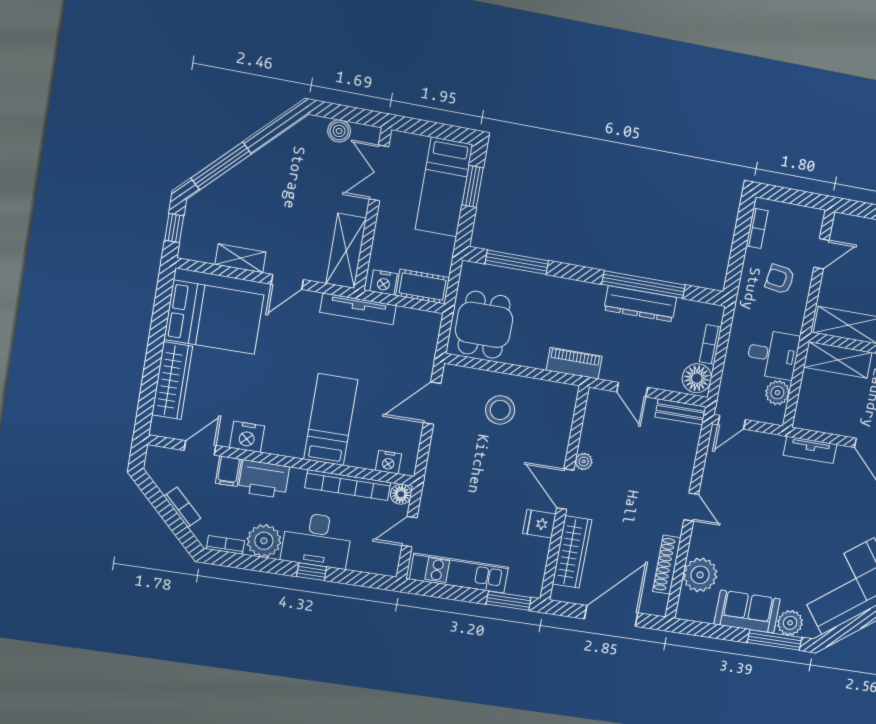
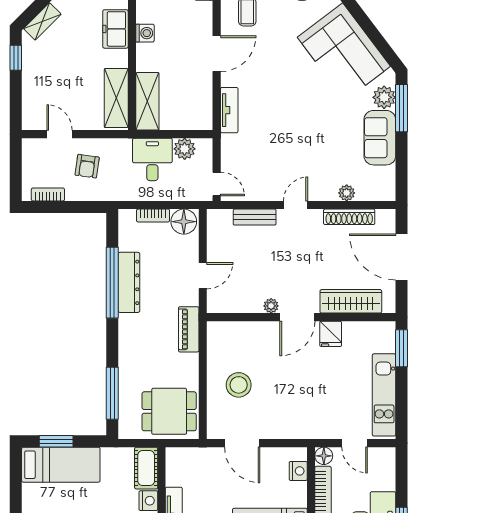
bench: (680, 412) -> (255, 217), moved, turned 90
plant: (700, 575) -> (347, 193), width x0.53, depth x0.53

